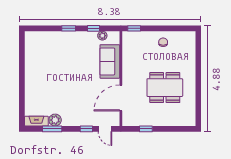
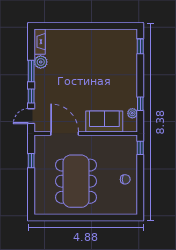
window: (69, 28) -> (140, 46), moved
dining table: (165, 88) -> (76, 181), width x1.36, depth x1.24
window: (52, 129) -> (31, 71), moved

